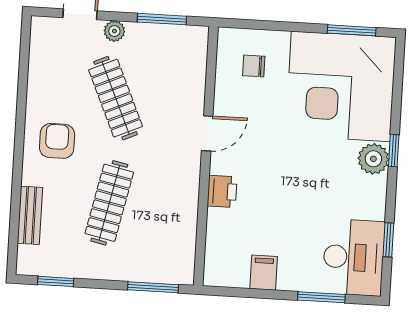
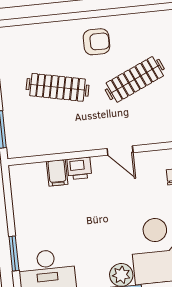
bench: (30, 215) -> (39, 31), removed
filing cabinet: (264, 273) -> (57, 173), moved, turned 90

